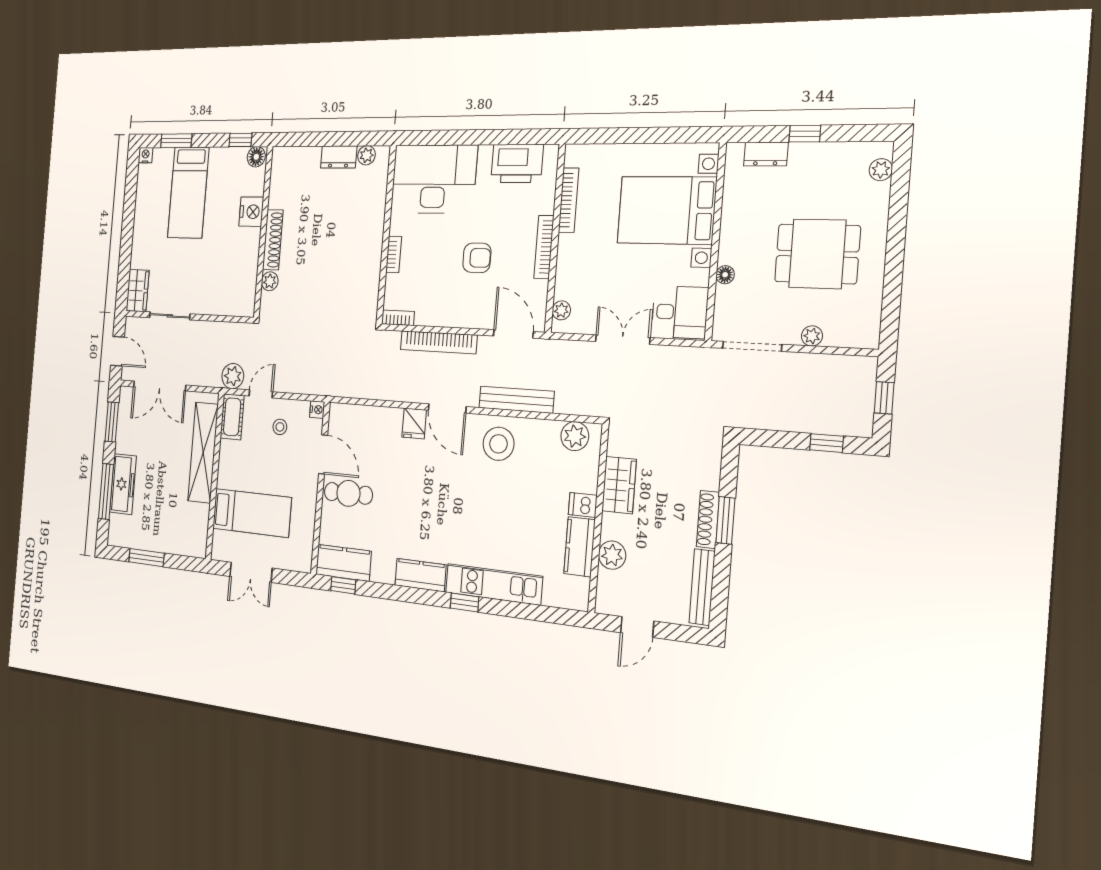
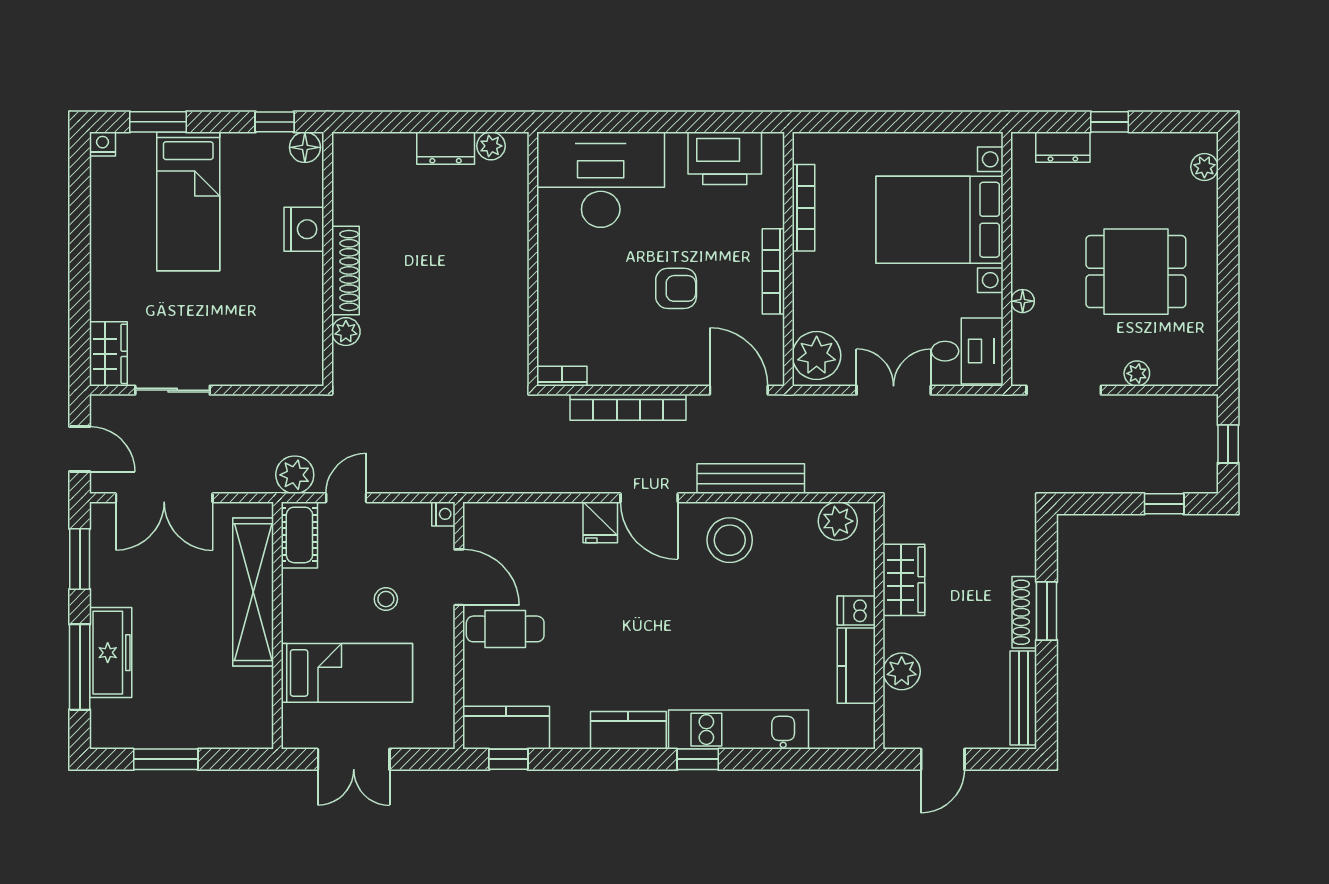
bookcase: (394, 254) -> (547, 287), removed
plant: (561, 310) -> (817, 355), width x1.88, depth x1.88
stool: (280, 427) -> (386, 599), moved

